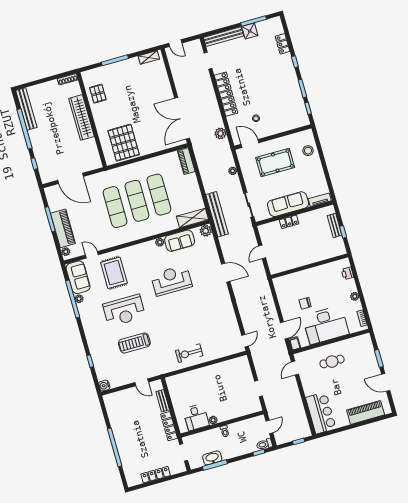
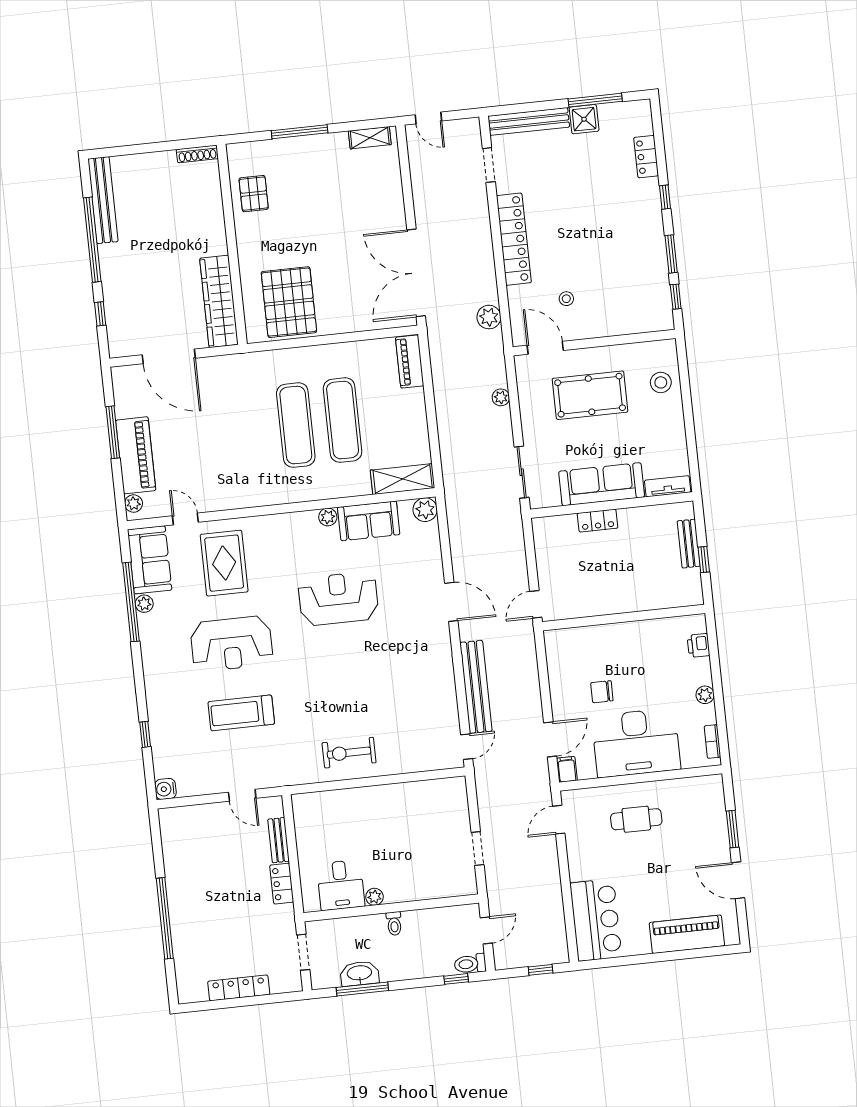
wardrobe: (81, 117) -> (219, 301), moved
exercise mat: (115, 207) -> (249, 430), removed
bench: (217, 214) -> (476, 687), moved
door: (262, 252) -> (536, 604), moved
locker: (169, 426) -> (282, 884), width x0.66

